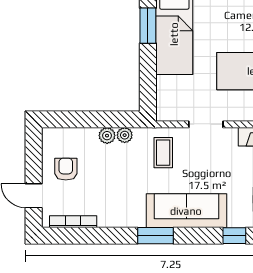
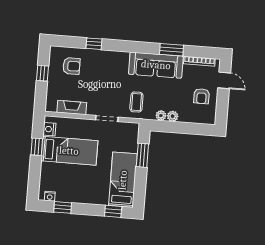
window: (148, 26) -> (142, 155), moved
sofa: (186, 211) -> (156, 65), moved
window: (155, 236) -> (172, 50), moved

